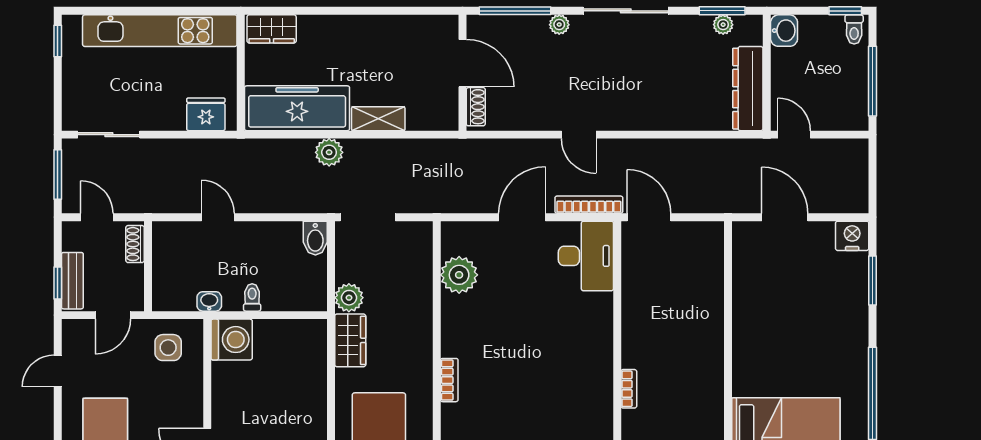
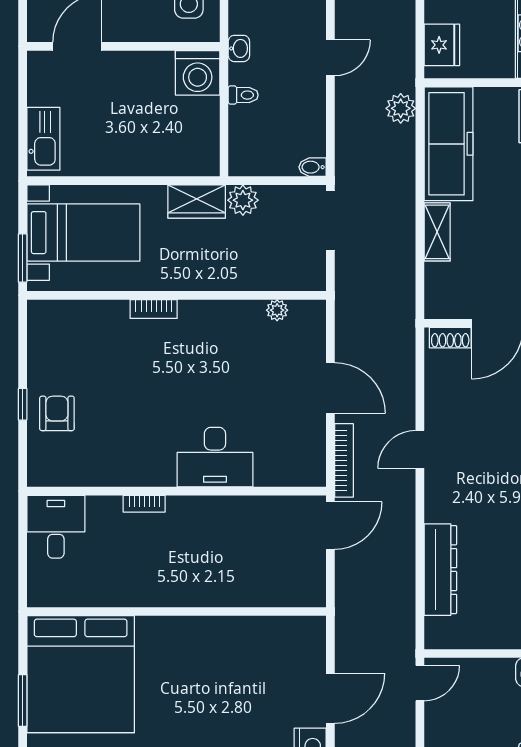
dresser: (748, 89) -> (440, 570), moved, turned 90
plant: (329, 152) -> (401, 108), moved
door: (785, 217) -> (330, 698), moved
bidet: (315, 238) -> (312, 167), width x0.72, depth x0.74
desk: (586, 256) -> (215, 457), moved
plant: (459, 275) -> (277, 310), width x0.53, depth x0.53

